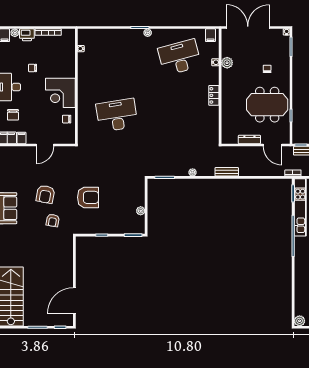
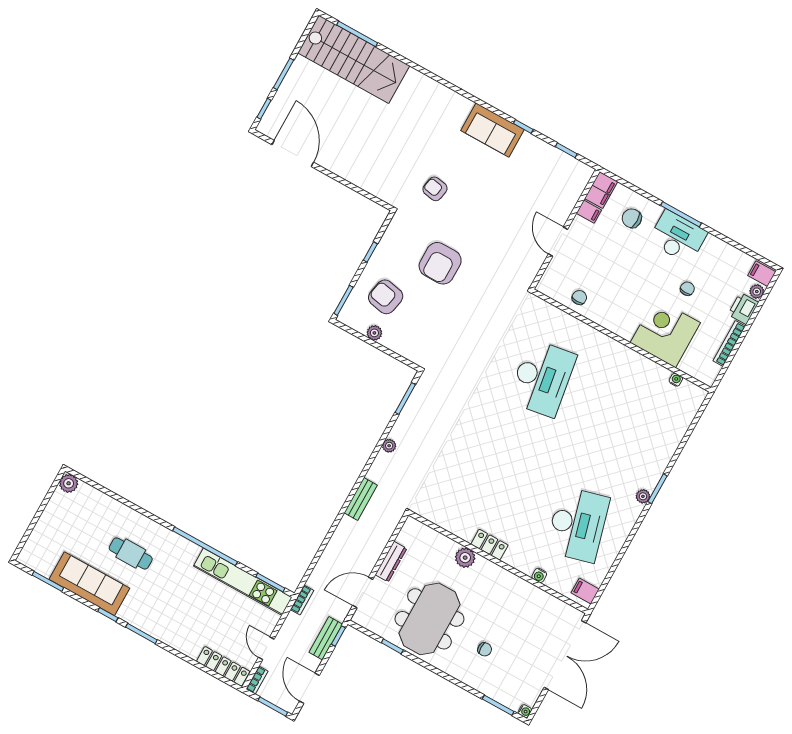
plant: (227, 63) -> (465, 558), moved
corner desk: (60, 93) -> (665, 333), moved
armchair: (45, 194) -> (386, 297), moved

